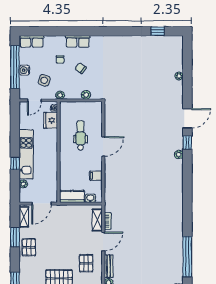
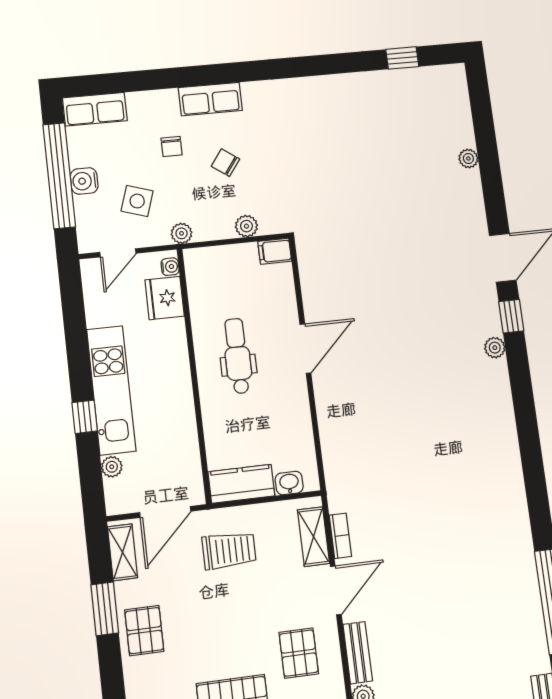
dental chair: (81, 135) -> (238, 356), moved
filing cabinet: (96, 176) -> (275, 251), moved
trolley: (64, 221) -> (229, 550), added

